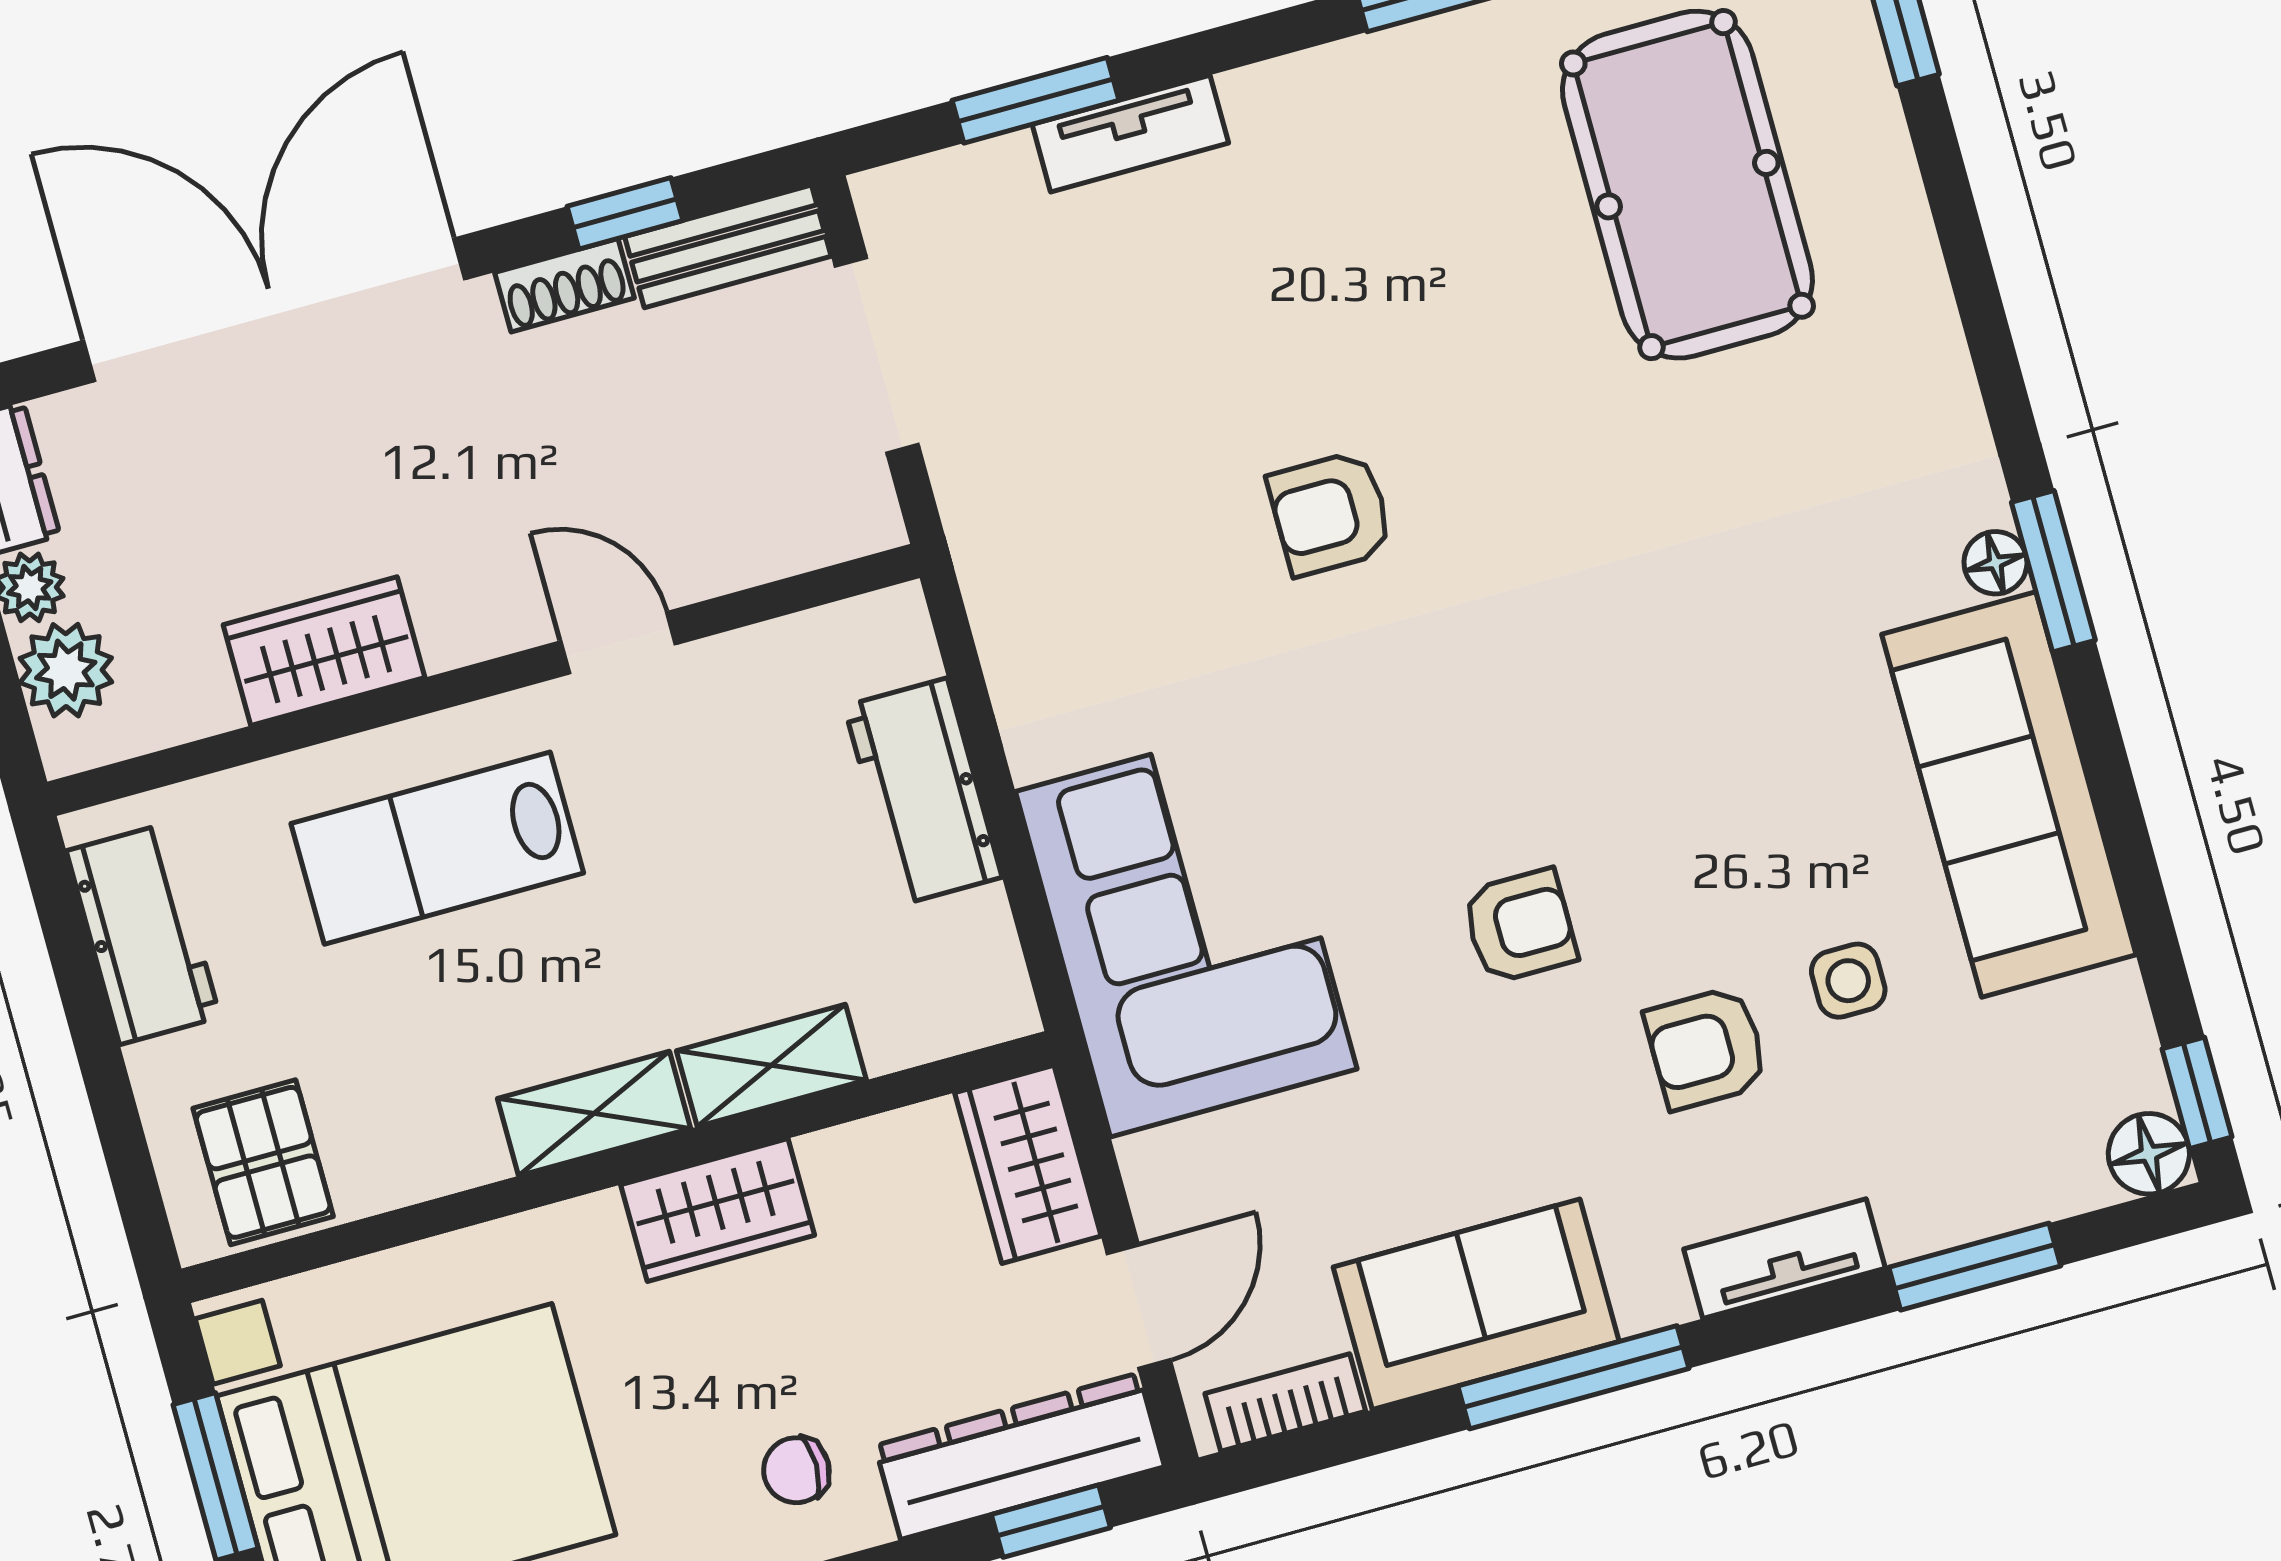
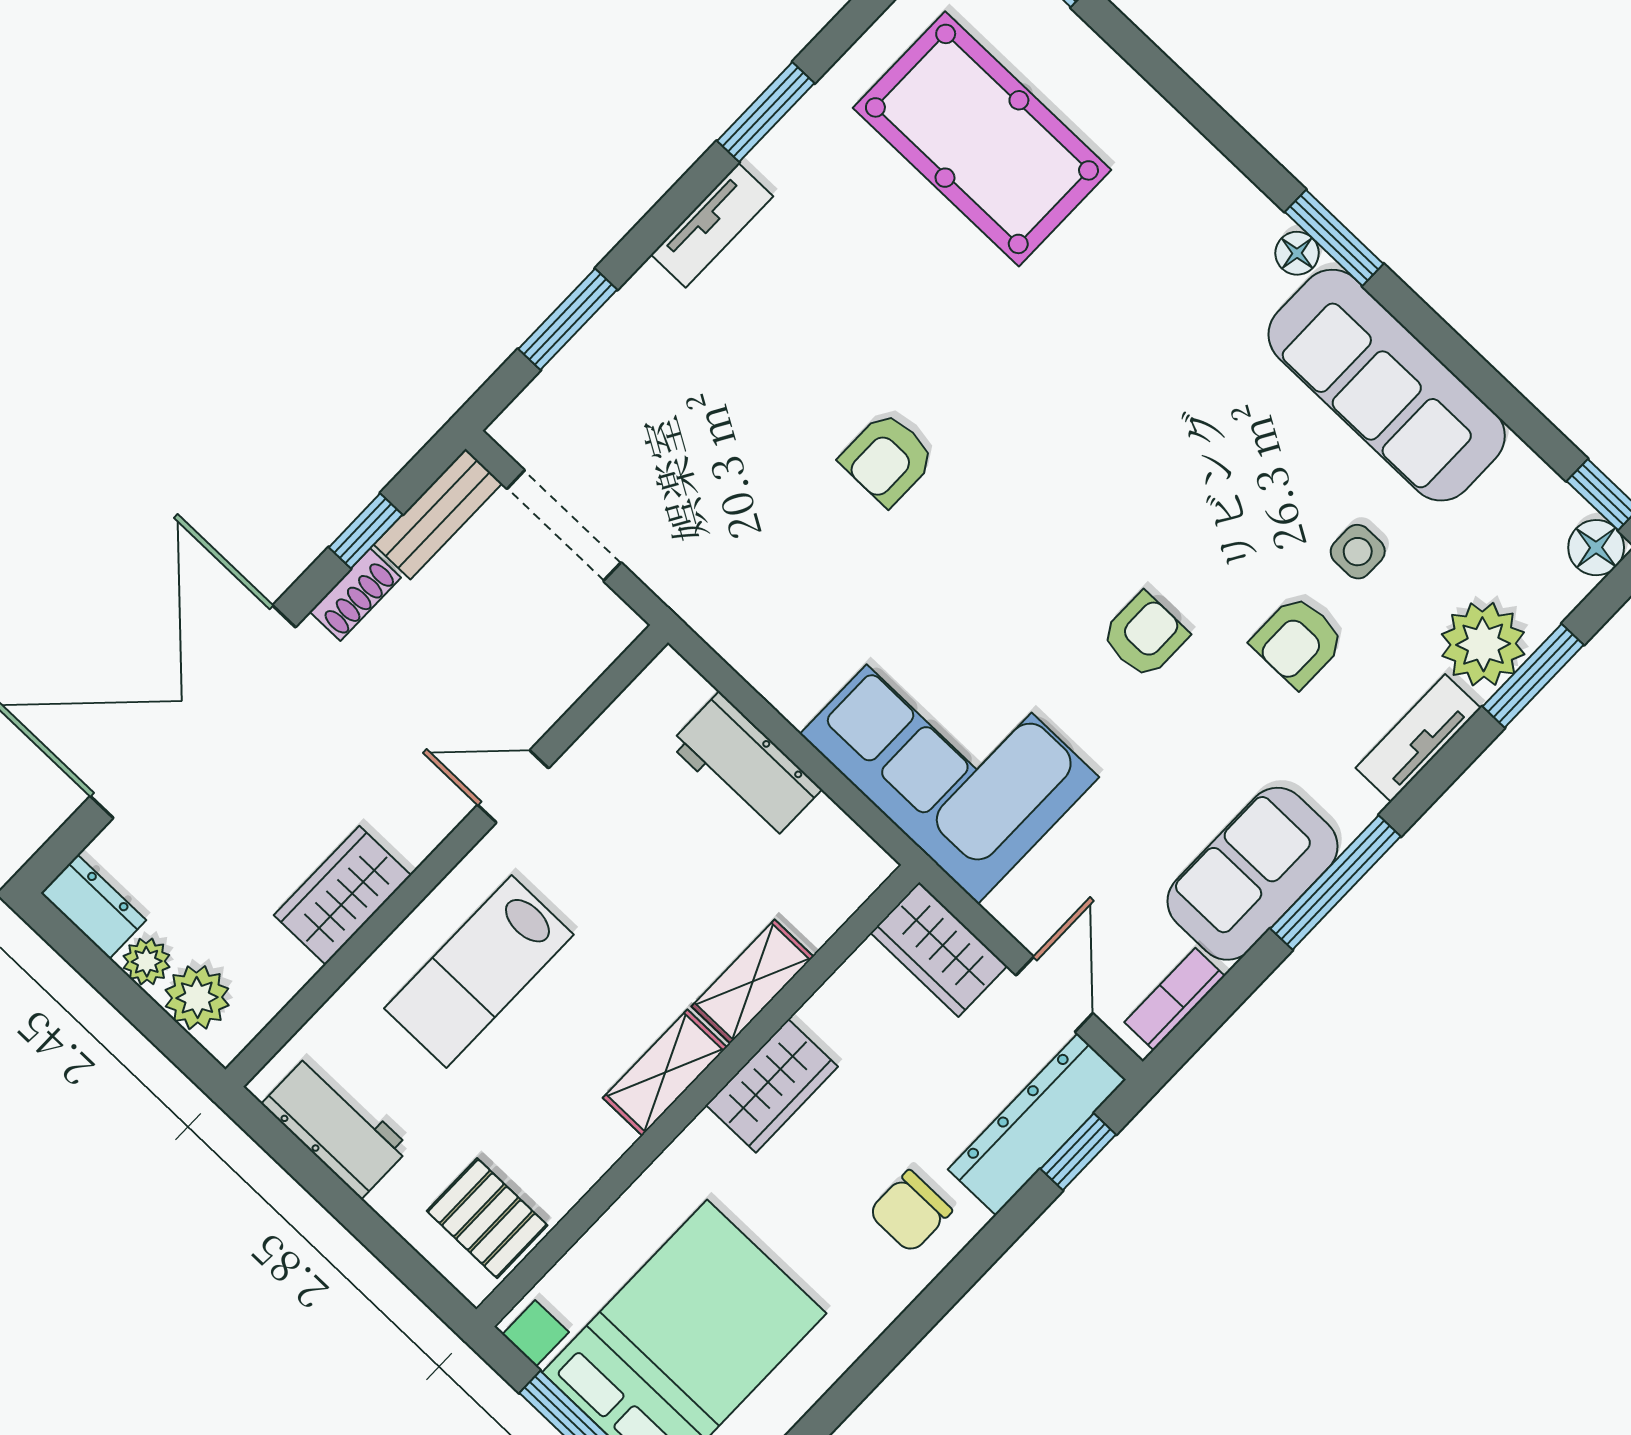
tv unit: (1130, 134) -> (712, 225), moved
plant: (1936, 1190) -> (1483, 644), added
chair: (796, 1470) -> (910, 1212), width x1.37, depth x1.37

